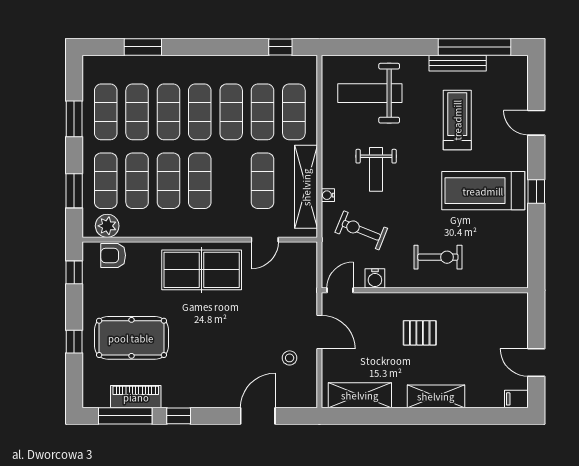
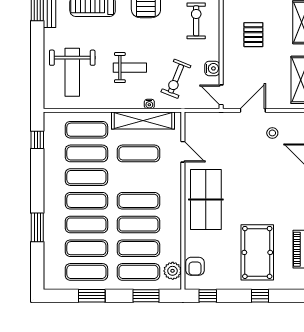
window: (143, 47) -> (37, 227), moved

